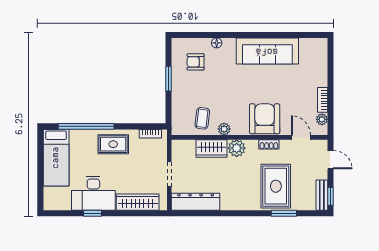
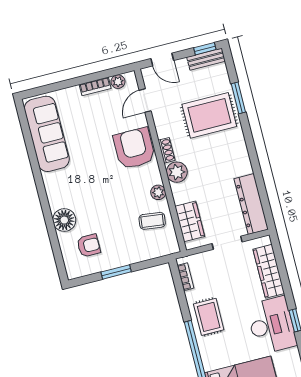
floor lamp: (217, 43) -> (64, 220), width x1.89, depth x1.89
sofa: (267, 51) -> (47, 134), moved
armchair: (195, 62) -> (89, 246), turned -90
armchair: (265, 119) -> (134, 148), turned 90
shoe rack: (269, 144) -> (167, 150), moved
wardrobe: (211, 148) -> (190, 221), moved
door: (331, 160) -> (162, 60), swing flipped

